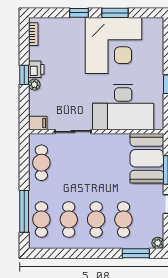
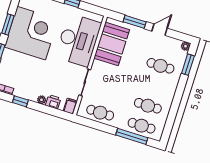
printer: (36, 69) -> (53, 102), moved
window: (24, 75) -> (20, 101), moved
booth: (147, 158) -> (112, 44), moved, turned 90
cafe table: (96, 219) -> (154, 86), removed

